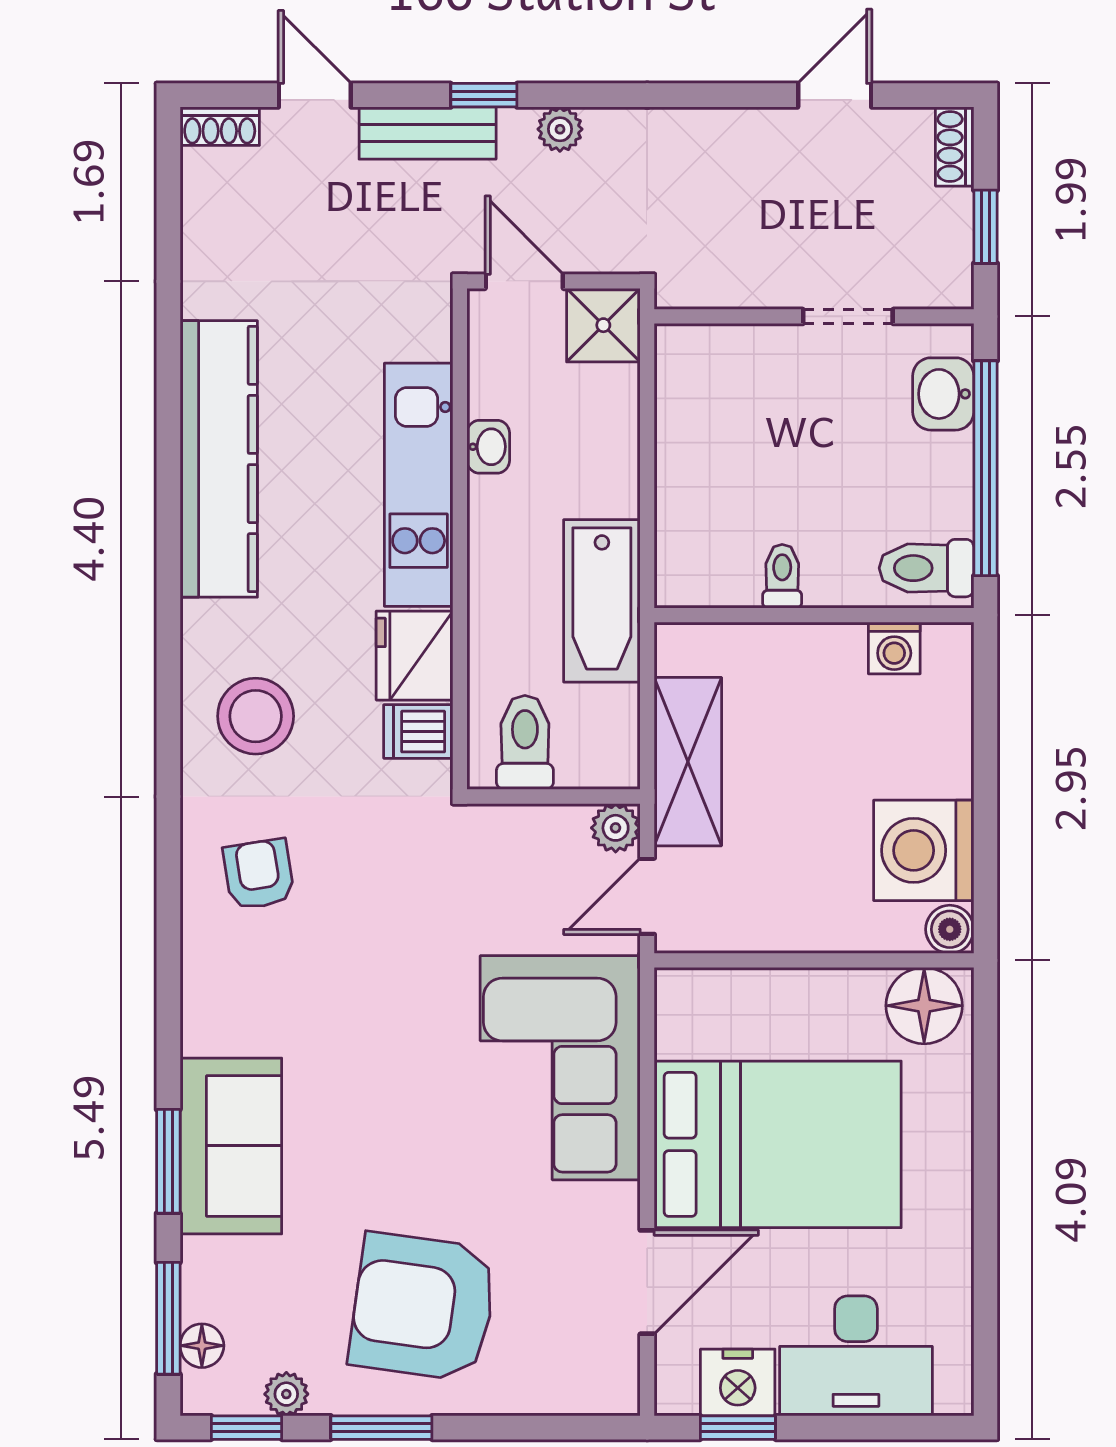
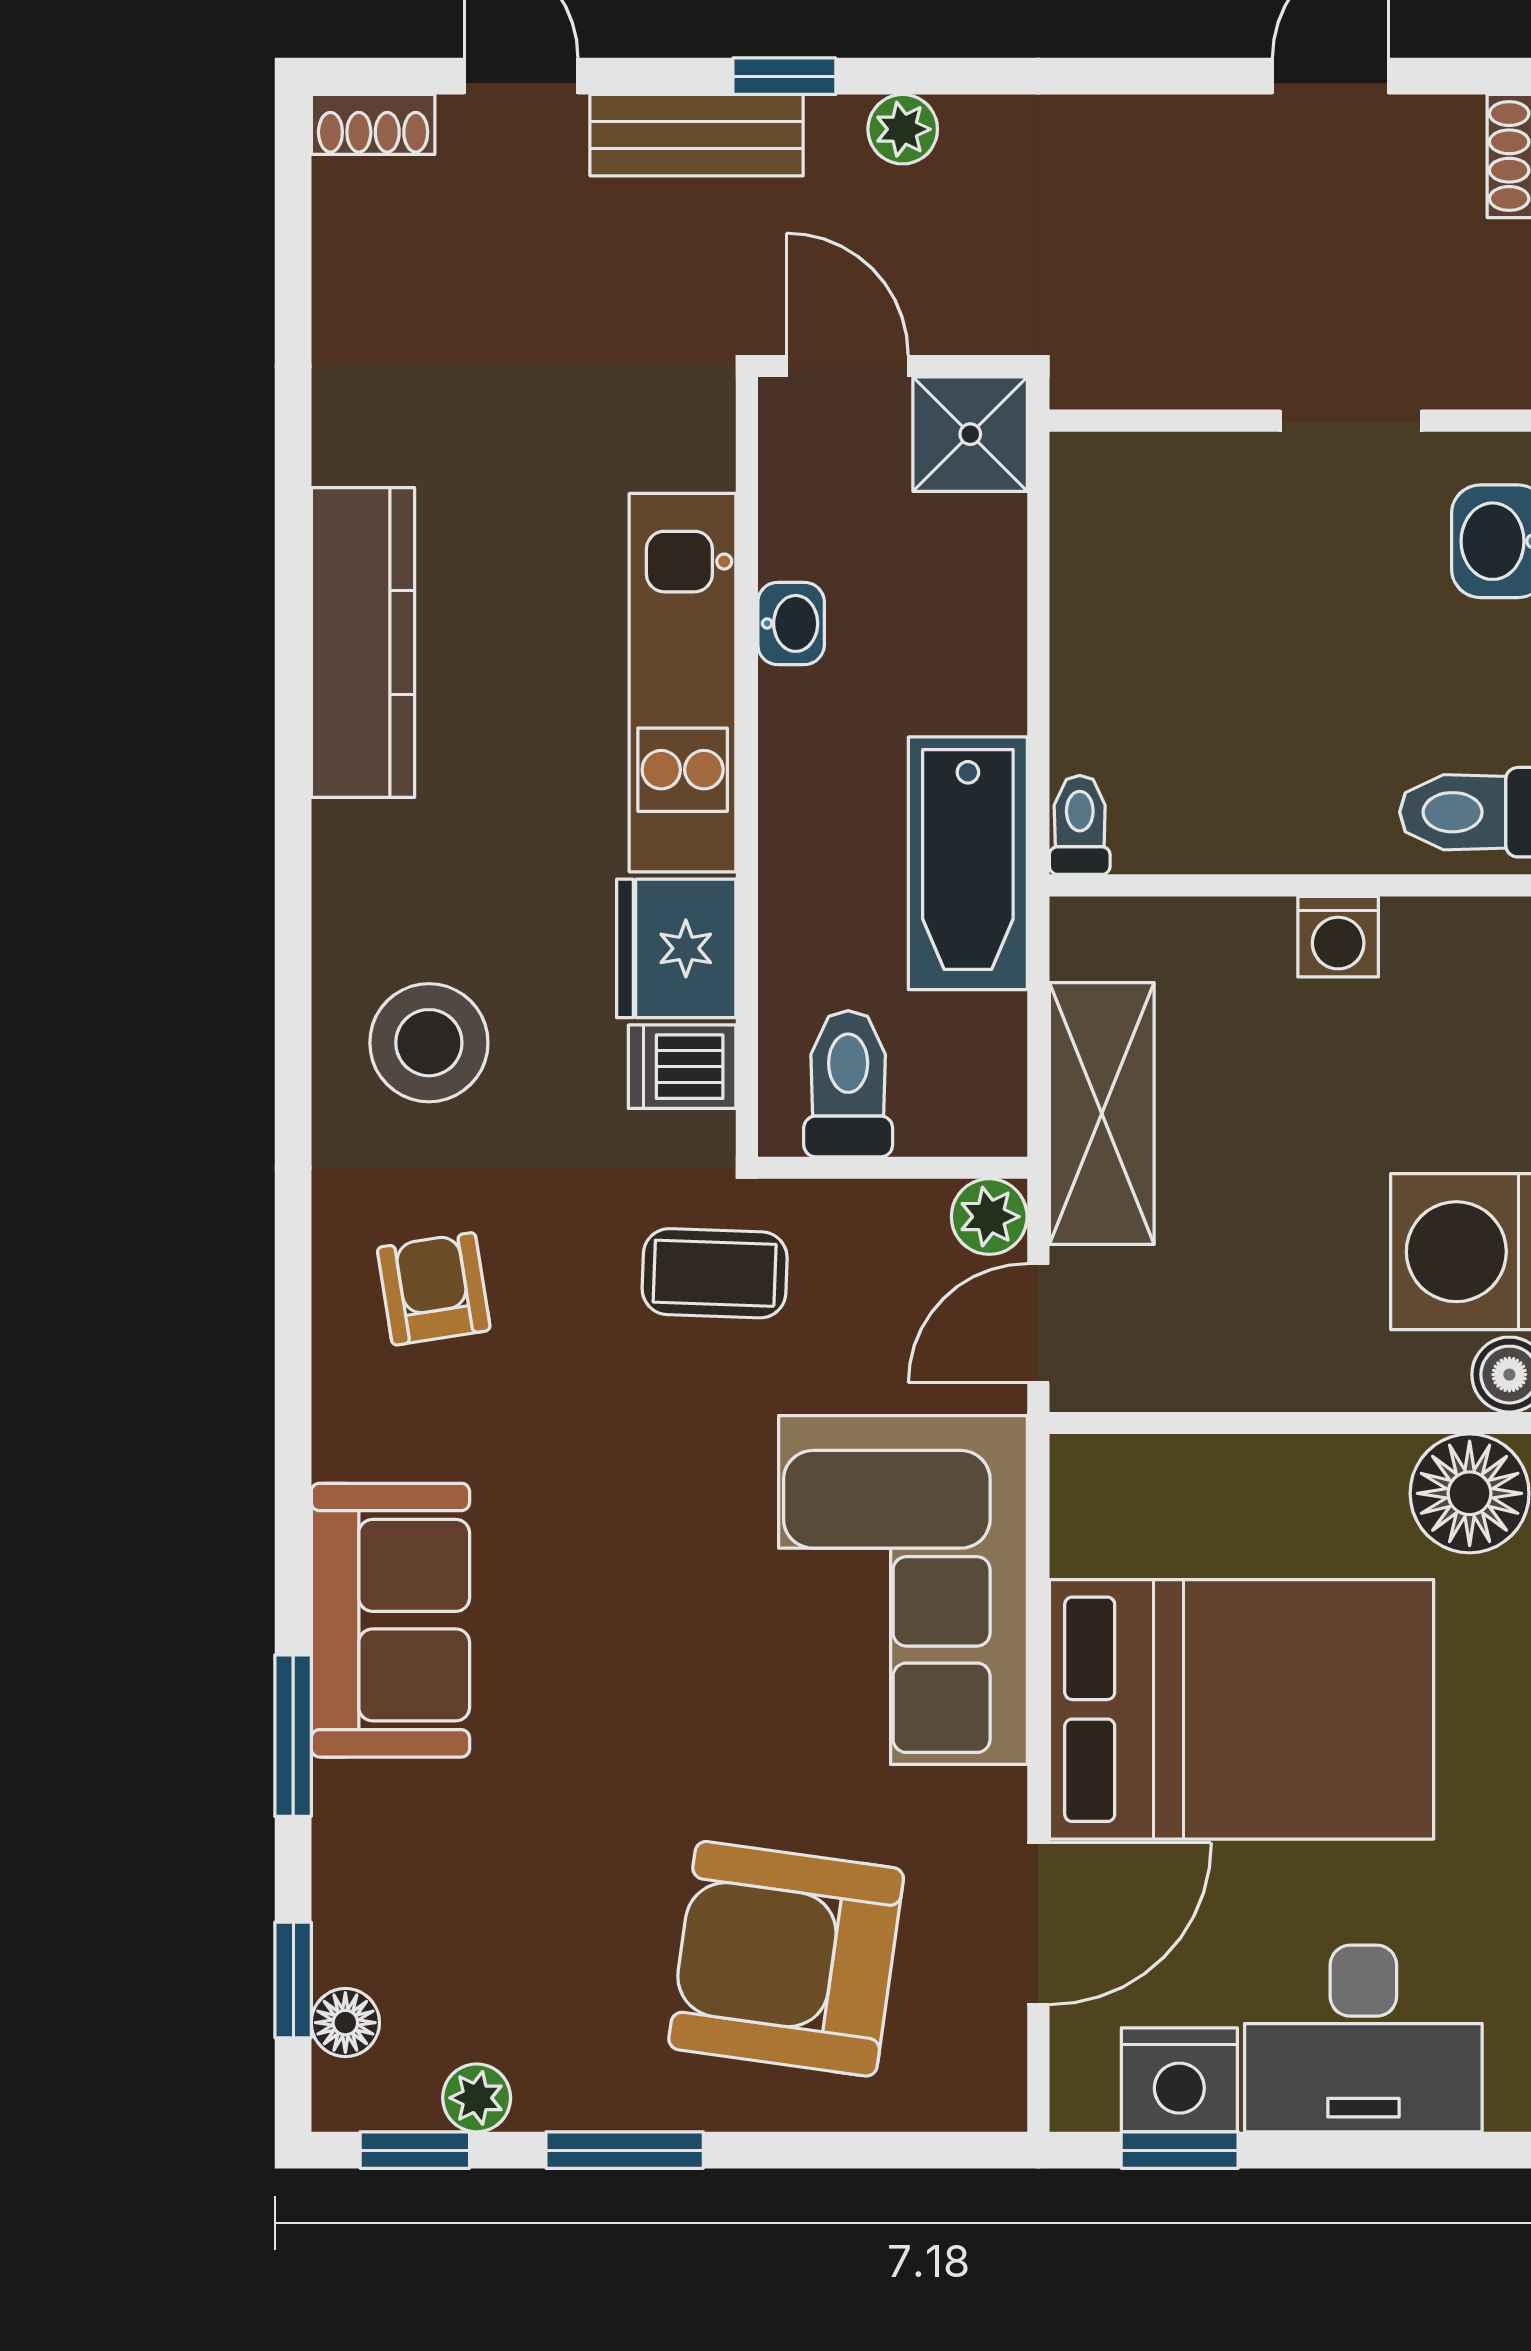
kitchen counter: (219, 459) -> (363, 642), width x0.72, depth x0.86
toilet: (782, 576) -> (1080, 825), moved
washing machine: (894, 648) -> (1338, 937), moved
coffee table: (439, 864) -> (715, 1273), added
sofa: (231, 1146) -> (390, 1620), moved
armchair: (423, 1307) -> (786, 1959), moved
window: (168, 1318) -> (293, 1980), width x0.67

